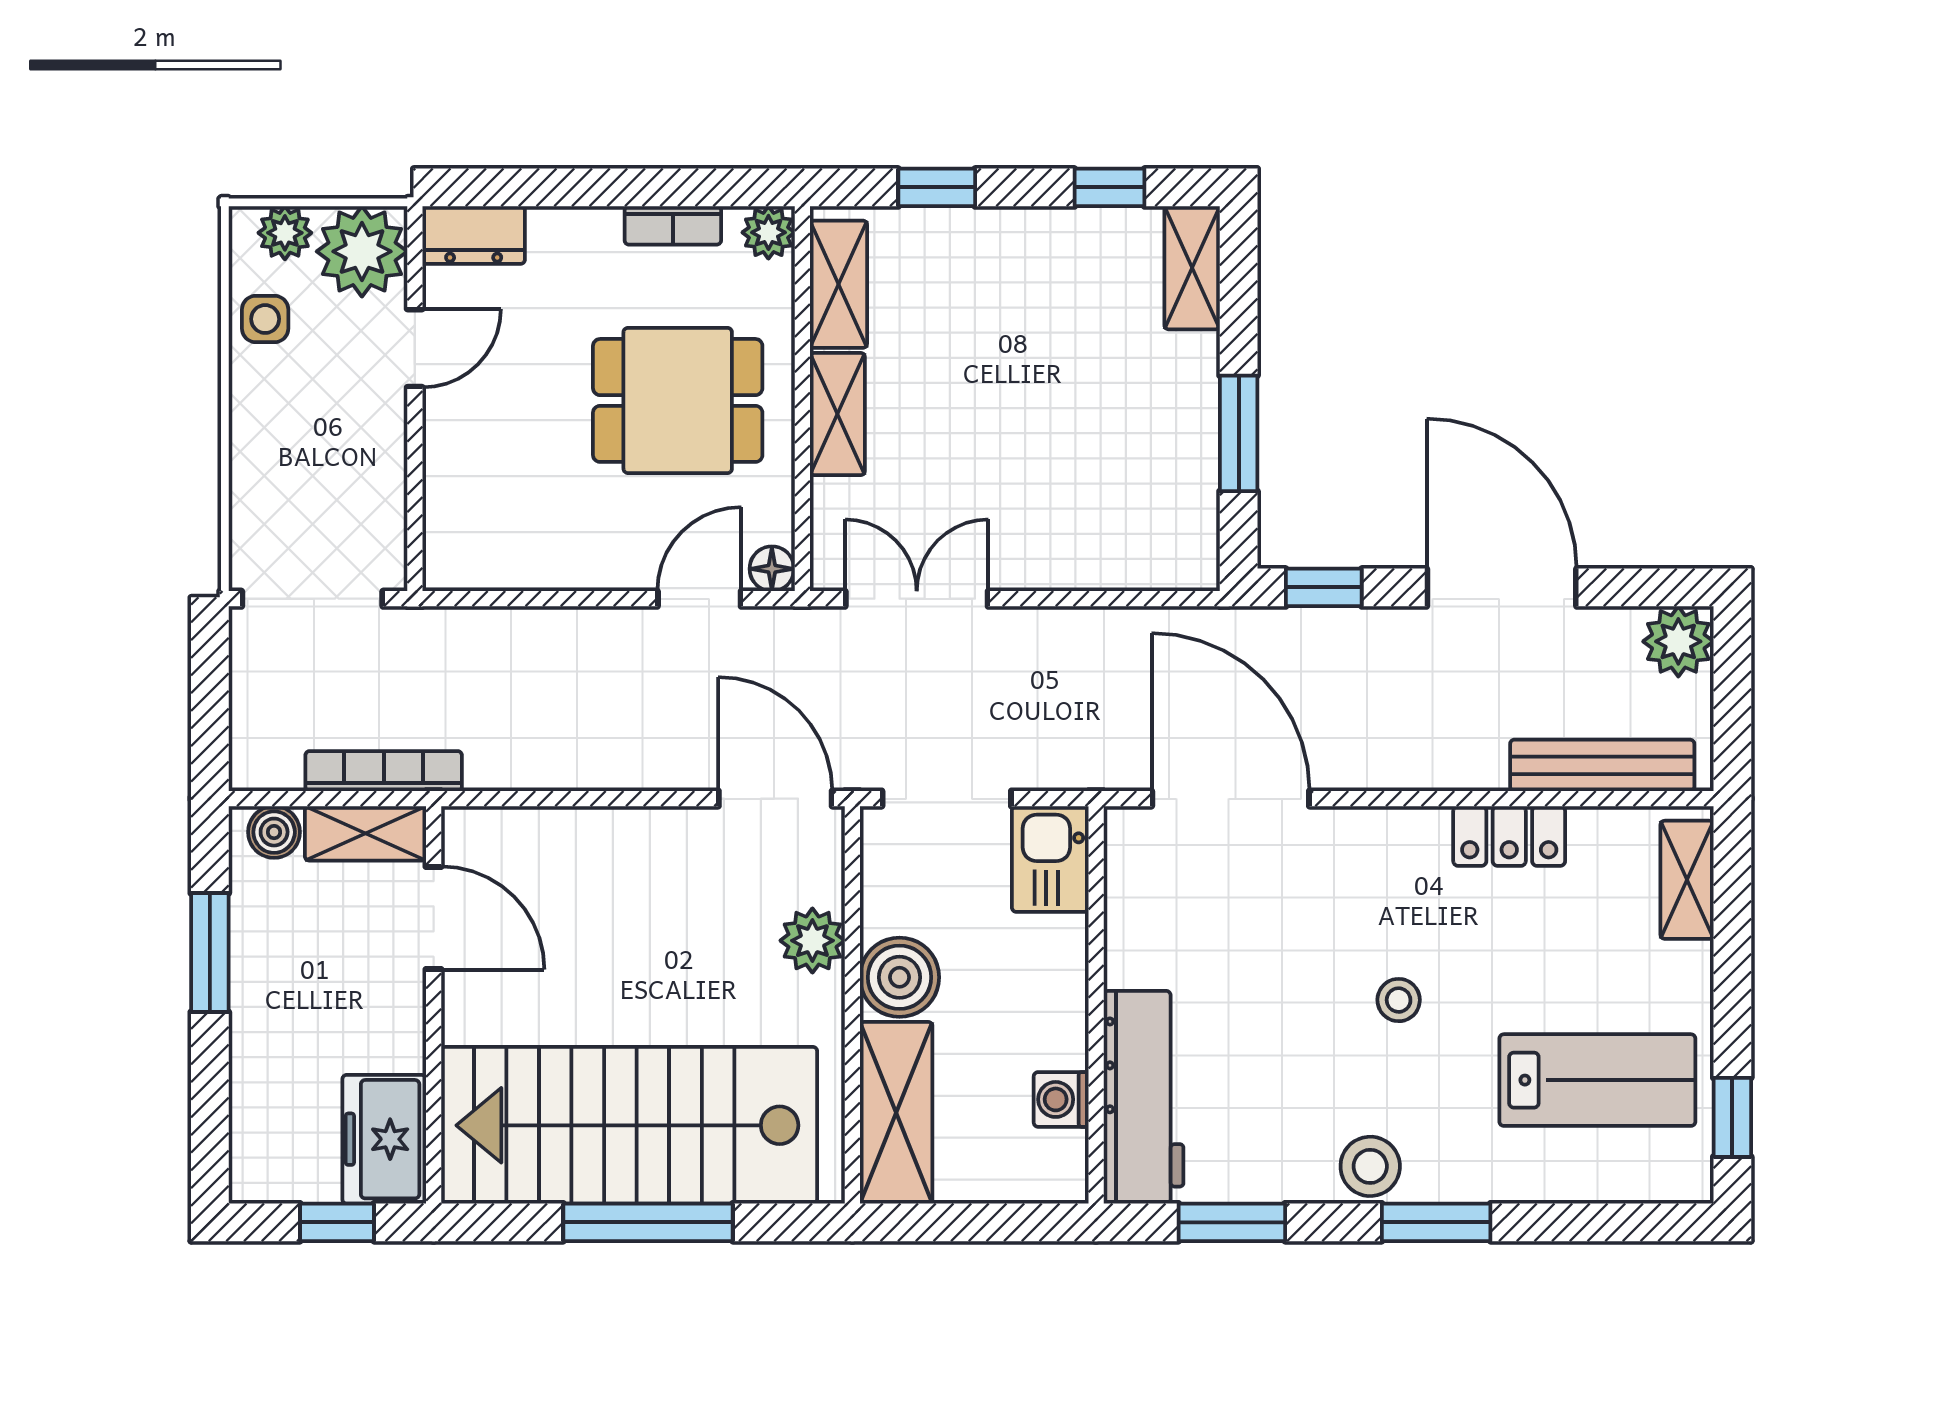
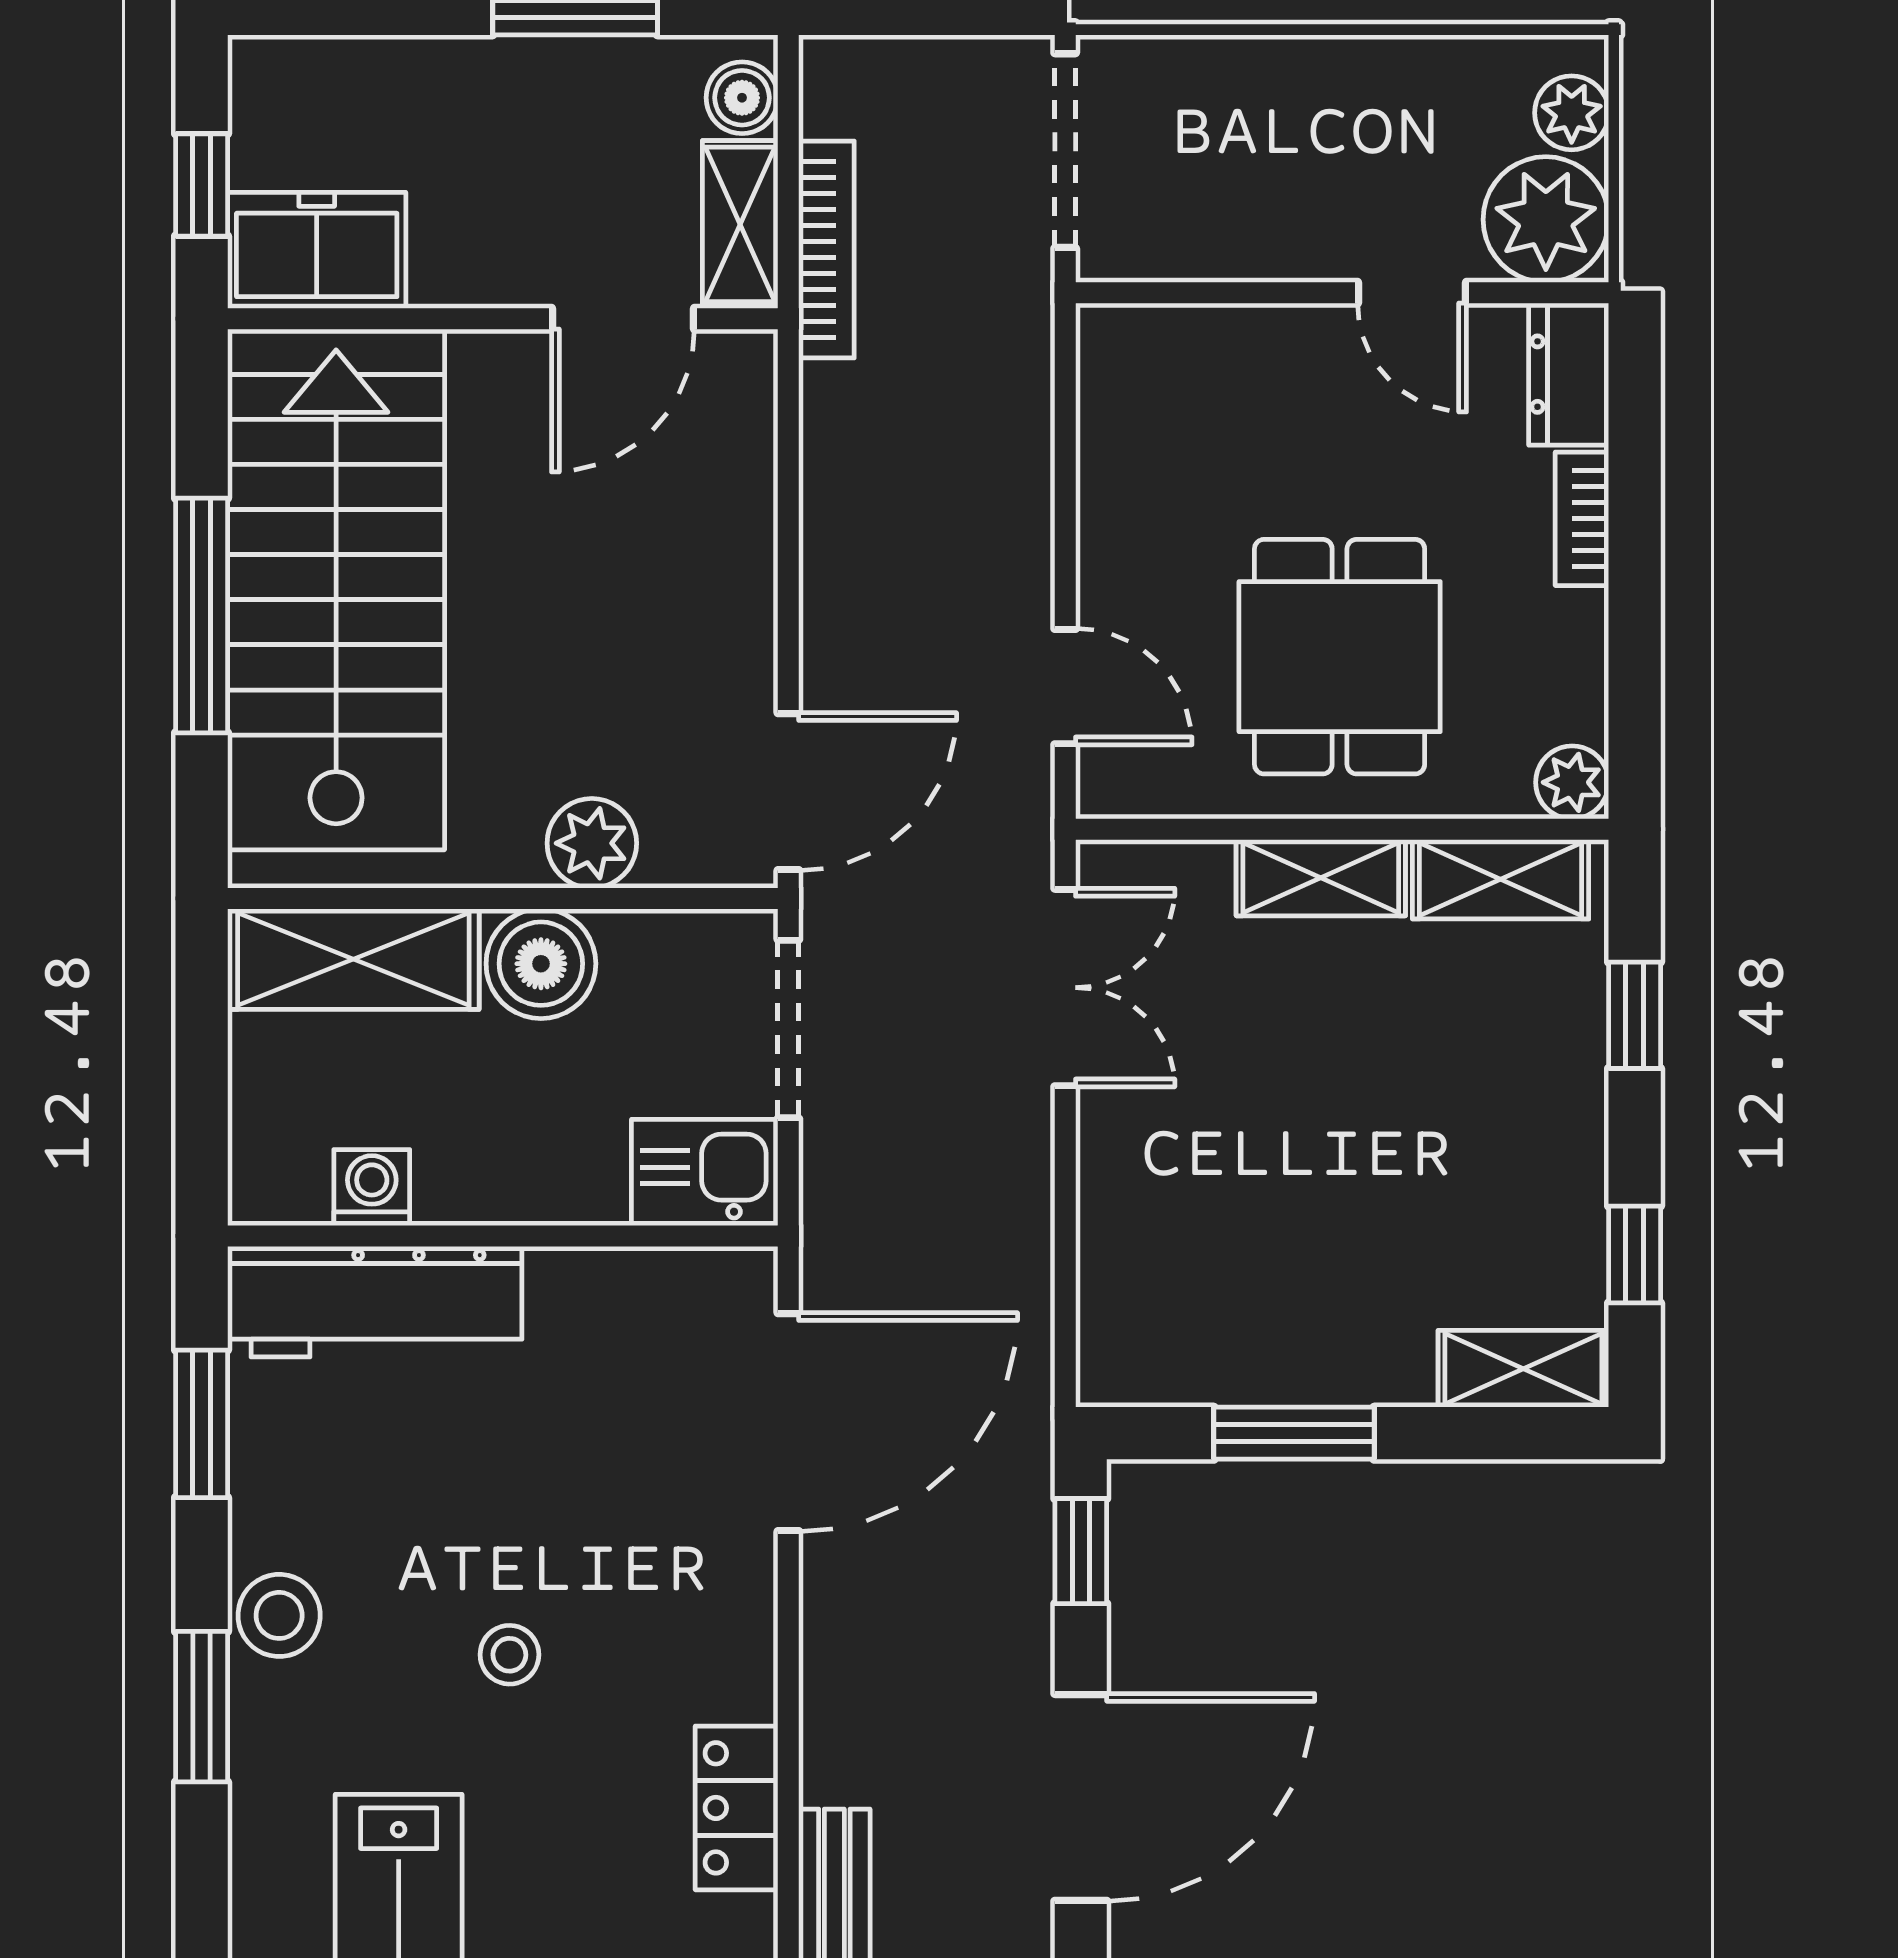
bookcase: (673, 225) -> (1582, 519), moved
side table: (265, 319) -> (1452, 85), removed
floor lamp: (772, 569) -> (1107, 787), removed

